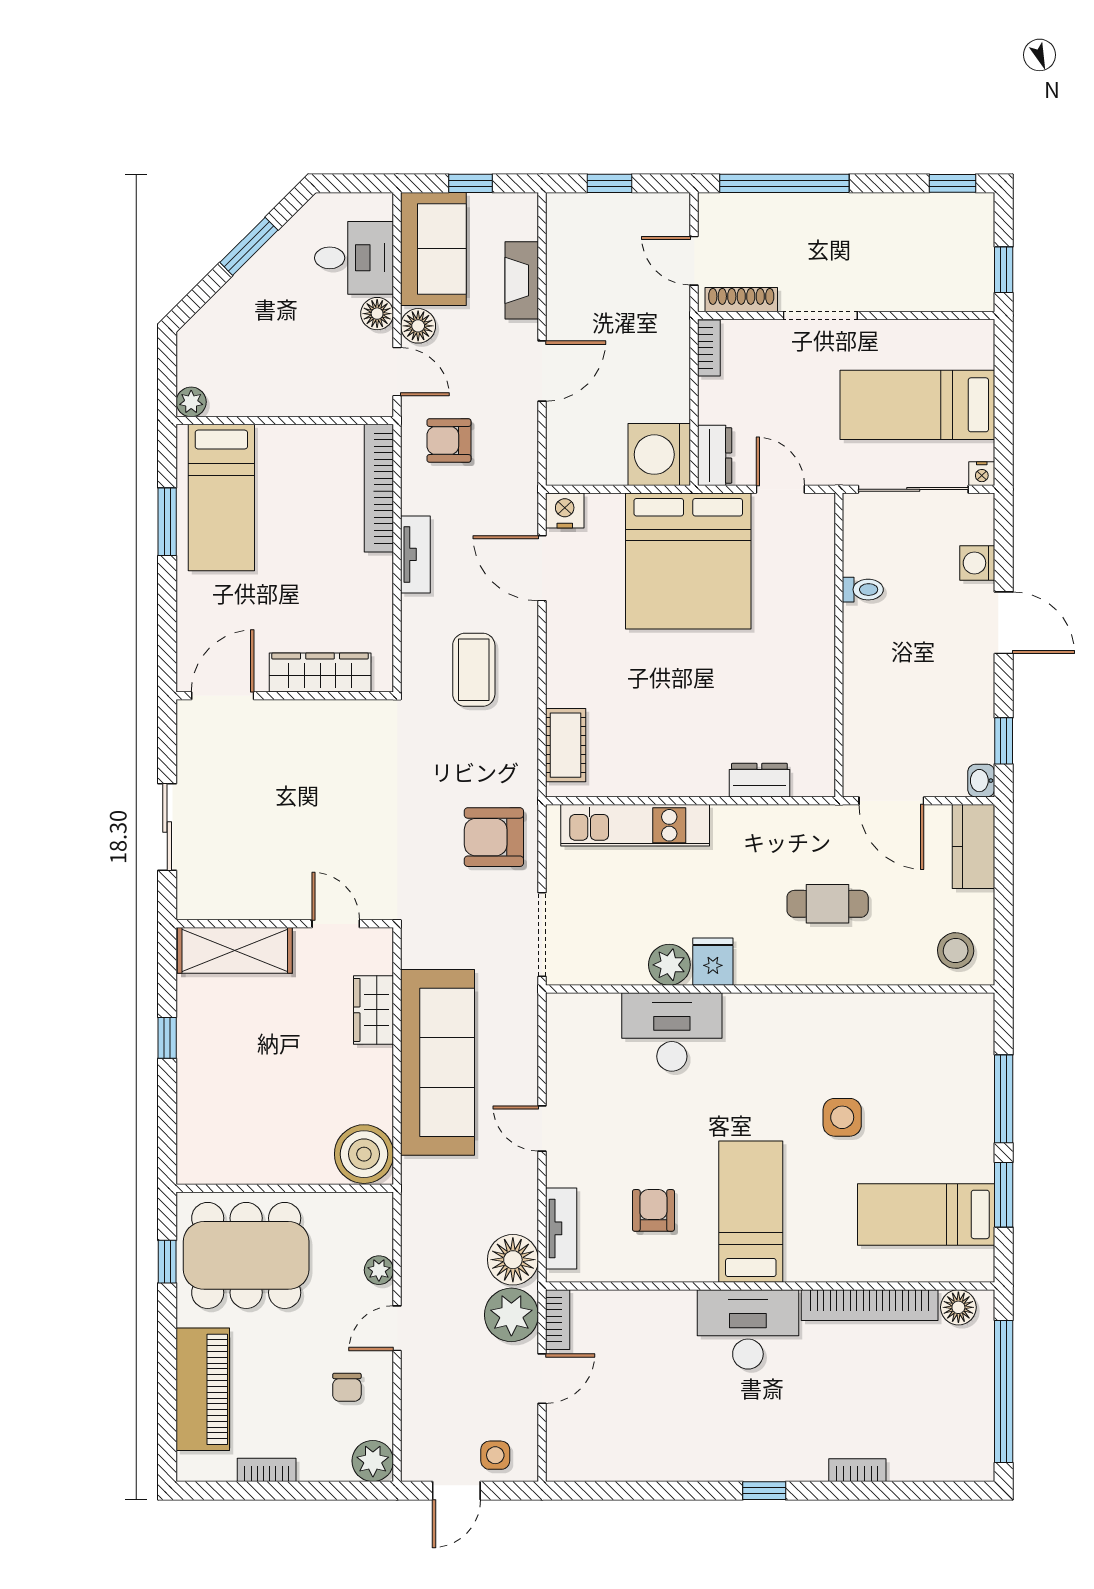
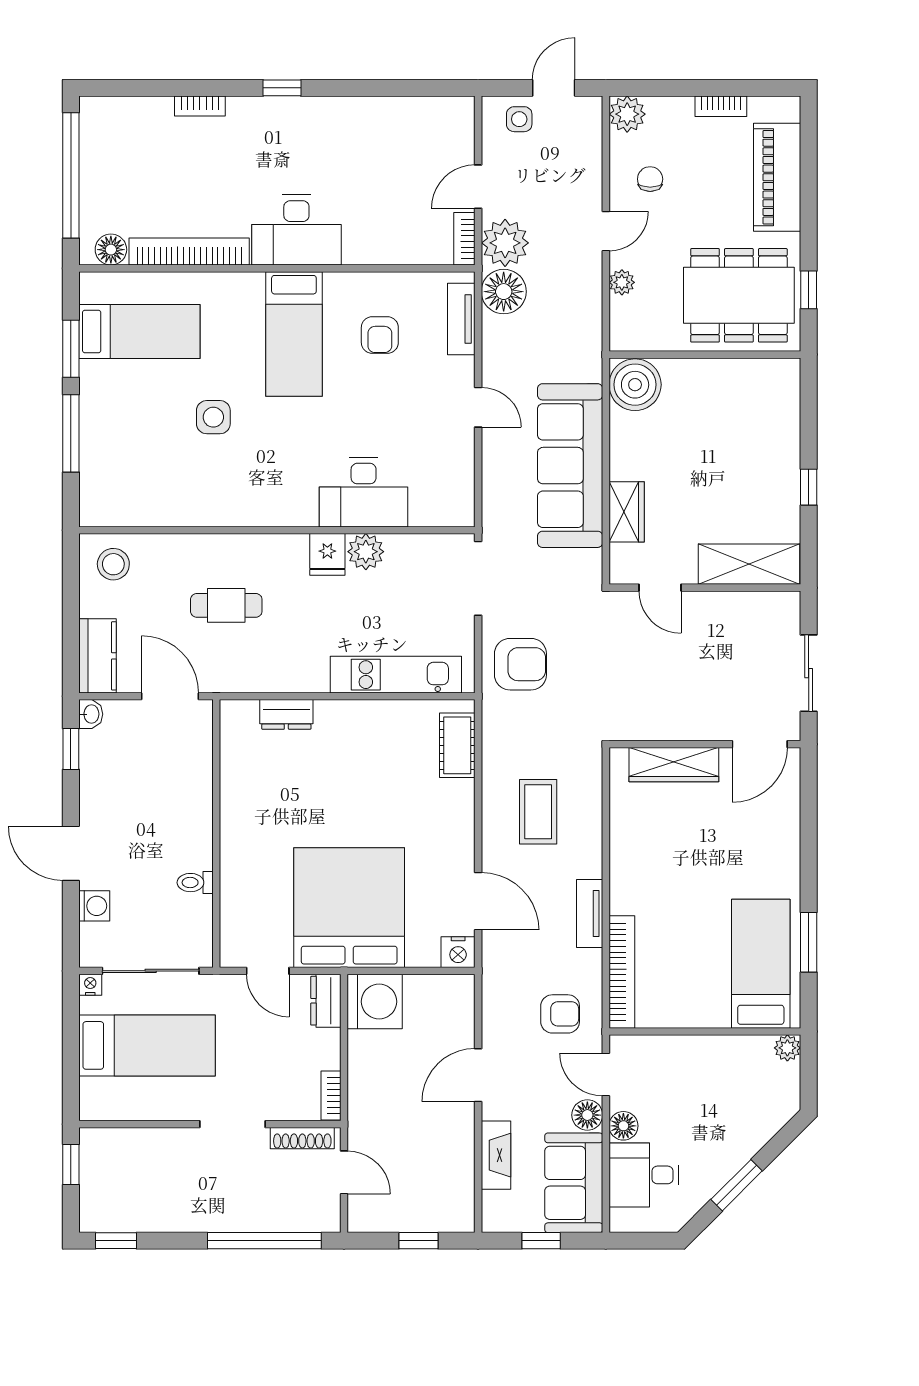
wardrobe: (320, 672) -> (674, 765), moved
door: (223, 696) -> (760, 744), moved
wall: (285, 696) -> (705, 744), moved

